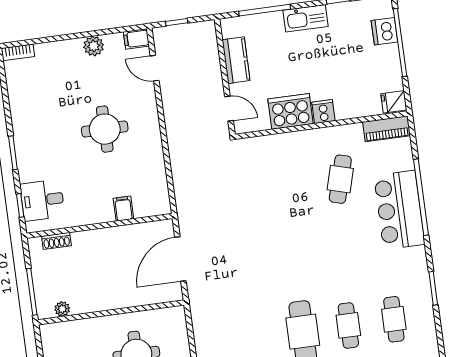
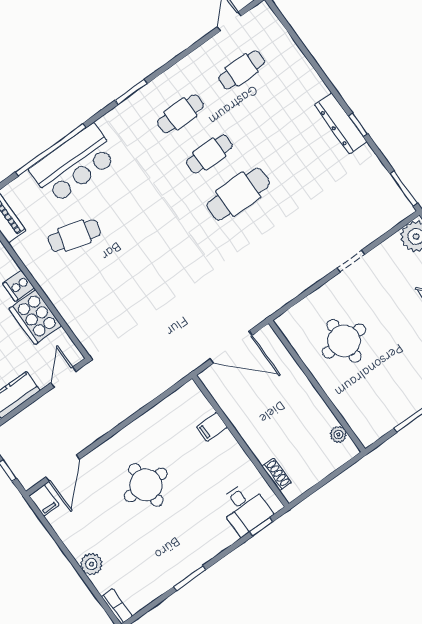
plant: (94, 46) -> (91, 564), moved
door: (155, 68) -> (63, 468), width x1.38
window: (13, 153) -> (190, 578), moved
window: (32, 292) -> (337, 472), removed

